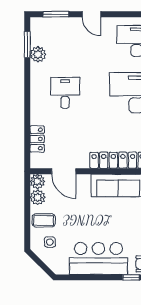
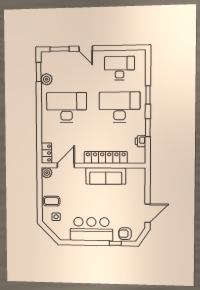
desk: (65, 93) -> (66, 108), width x1.87, depth x1.30
locker: (37, 139) -> (46, 153), moved
door: (64, 171) -> (66, 165), swing flipped
plant: (38, 197) -> (47, 184), removed

